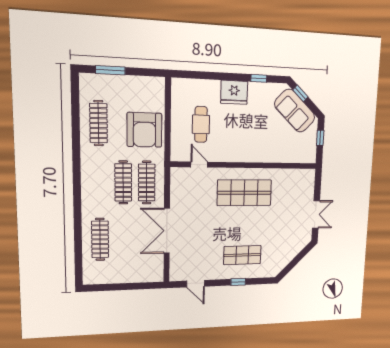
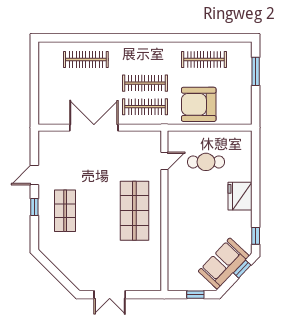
window: (259, 78) -> (256, 236), moved
door: (196, 284) -> (34, 175), moved

